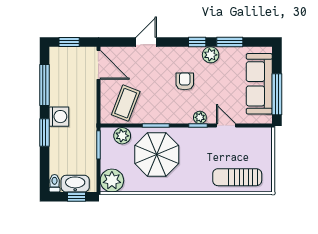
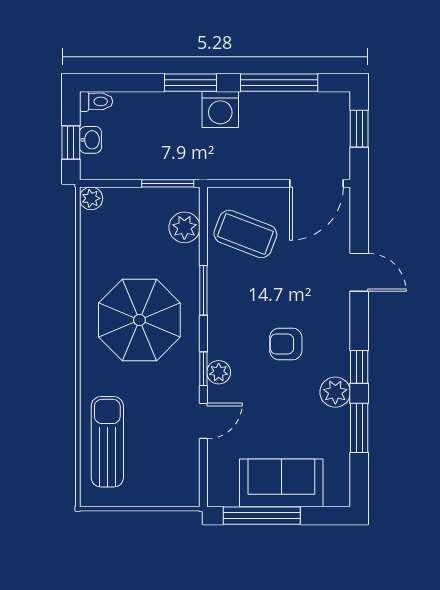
armchair: (185, 81) -> (286, 344), turned 180
sofa: (259, 84) -> (281, 483), width x0.73
parasol: (157, 154) -> (139, 320), moved
plant: (112, 181) -> (91, 198), width x0.53, depth x0.53
washbasin: (75, 184) -> (90, 140), width x0.52, depth x0.69

